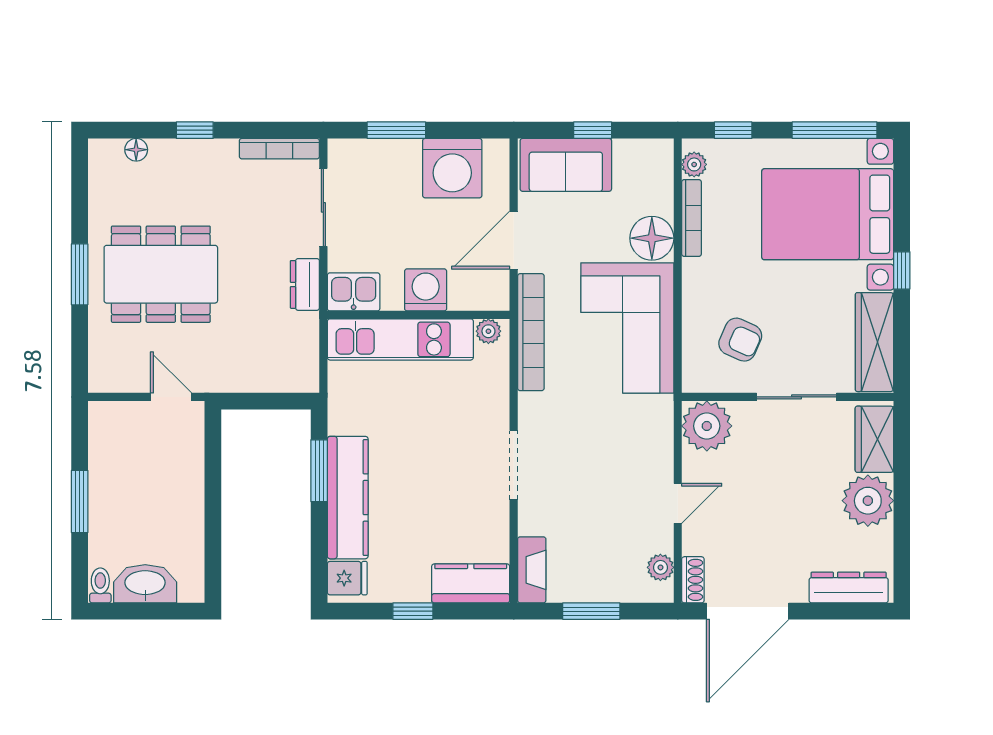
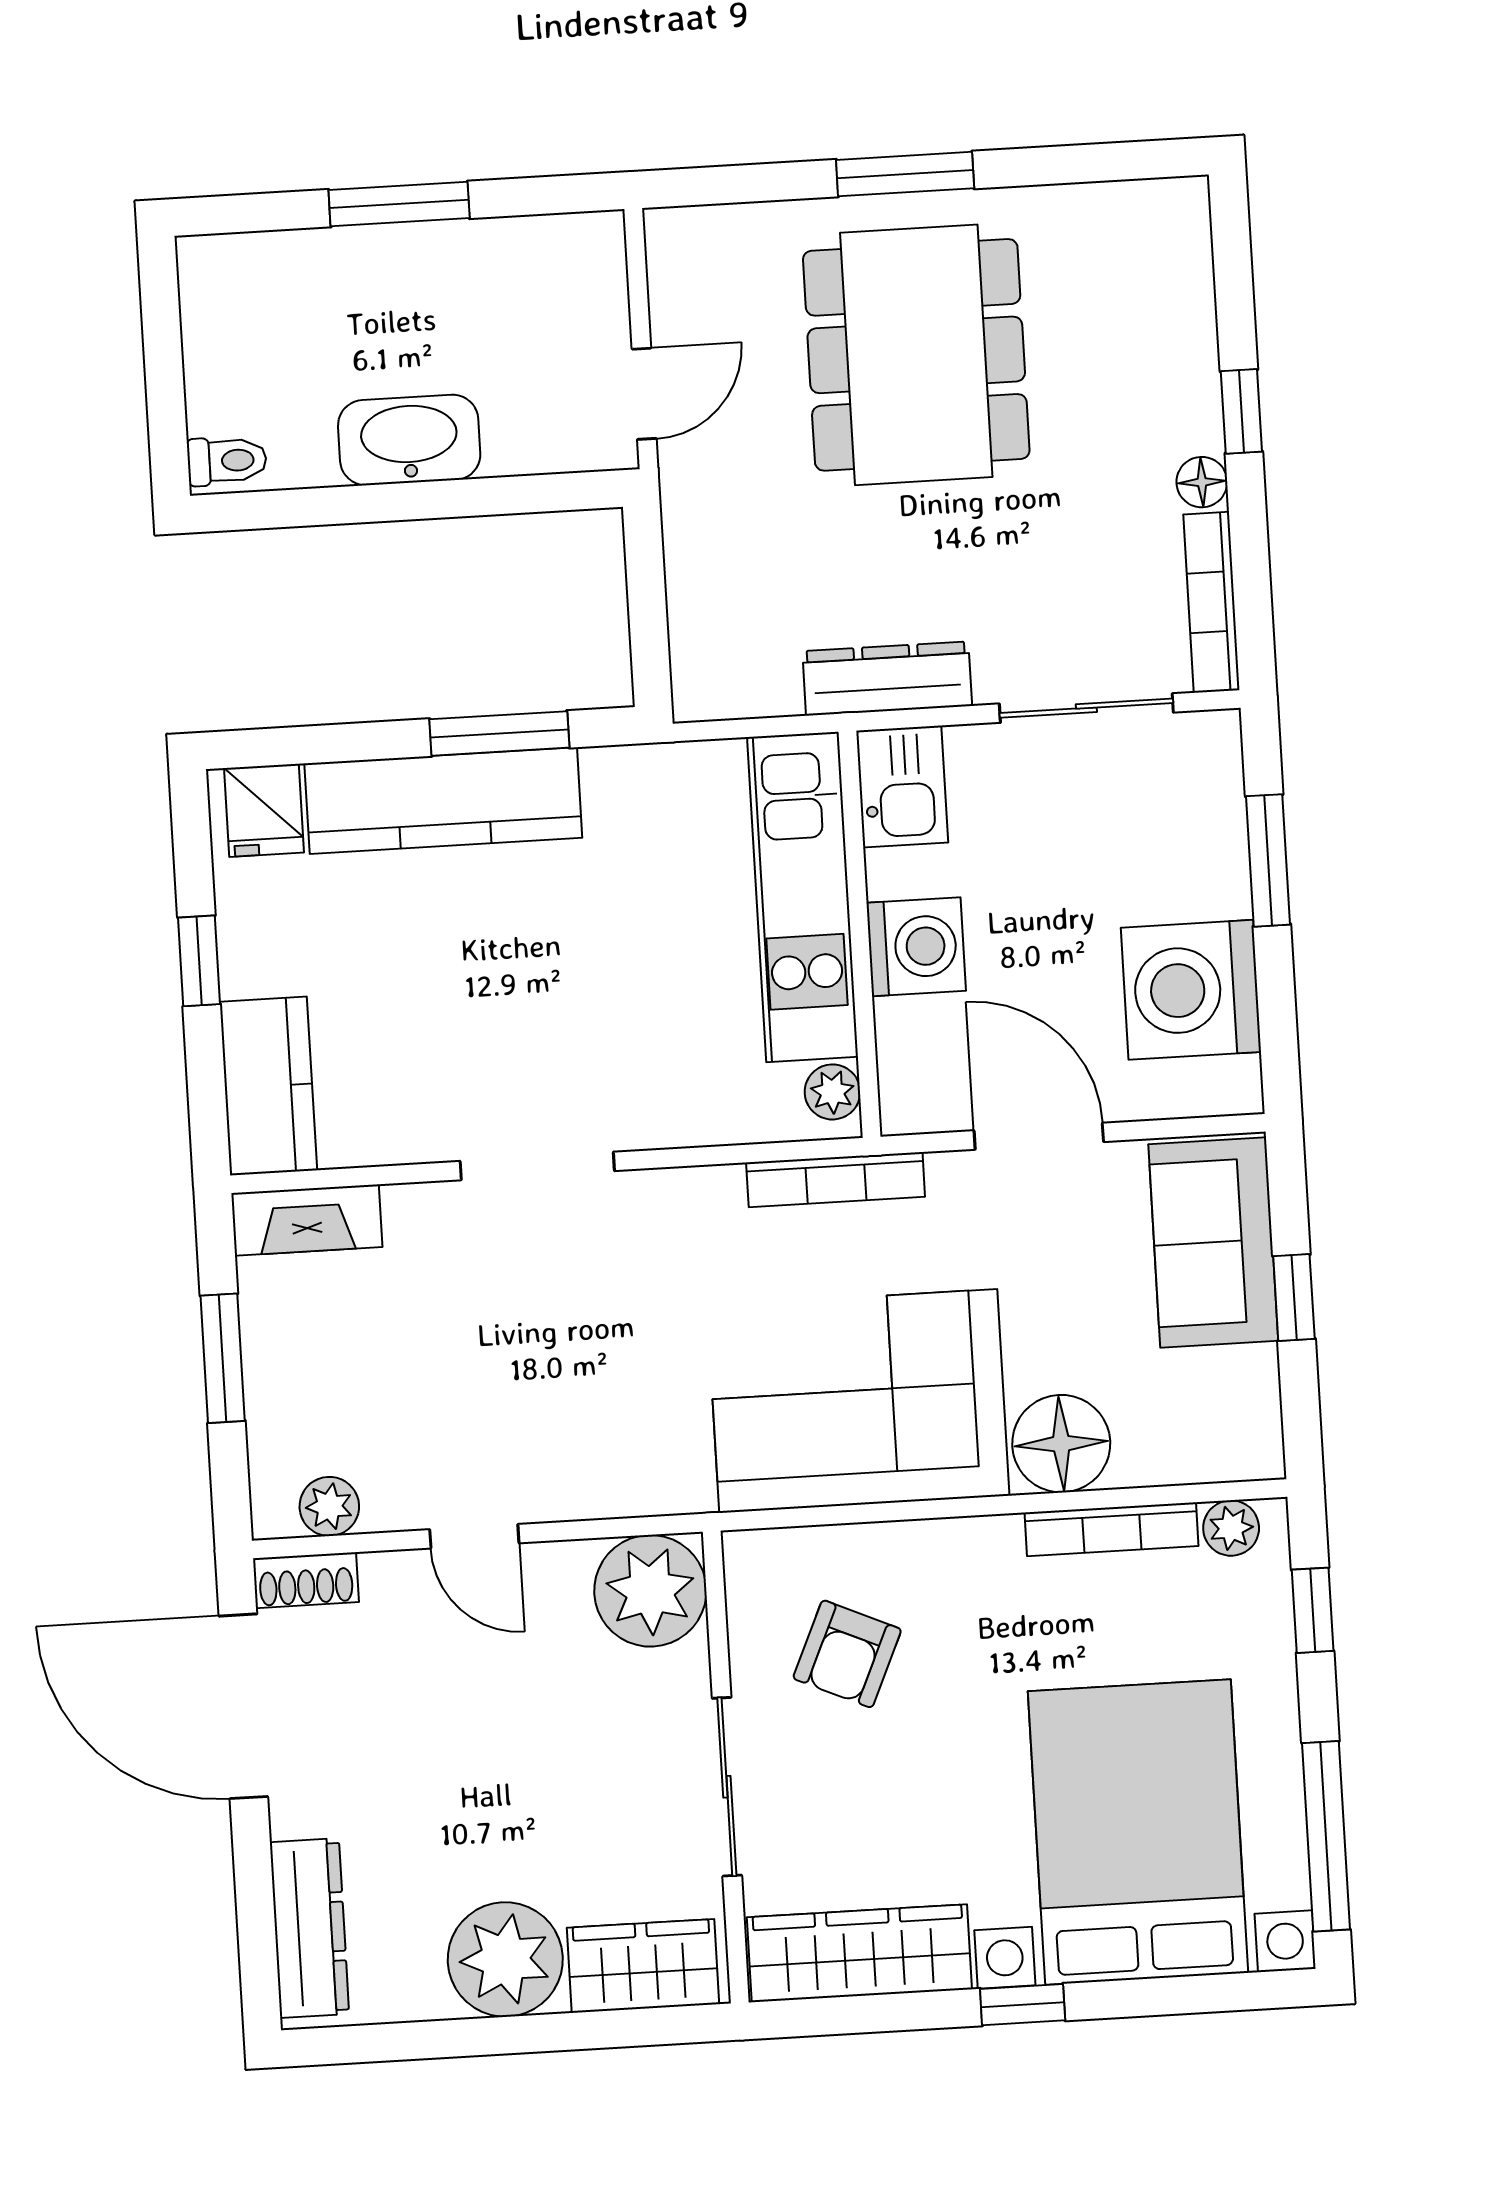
floor lamp: (136, 150) -> (1202, 482), moved
dresser: (305, 284) -> (887, 679), width x1.44
bookcase: (531, 332) -> (836, 1180), width x0.68, depth x0.76
washbasin: (145, 584) -> (409, 440), moved, turned -90
toilet: (100, 585) -> (227, 461), moved

